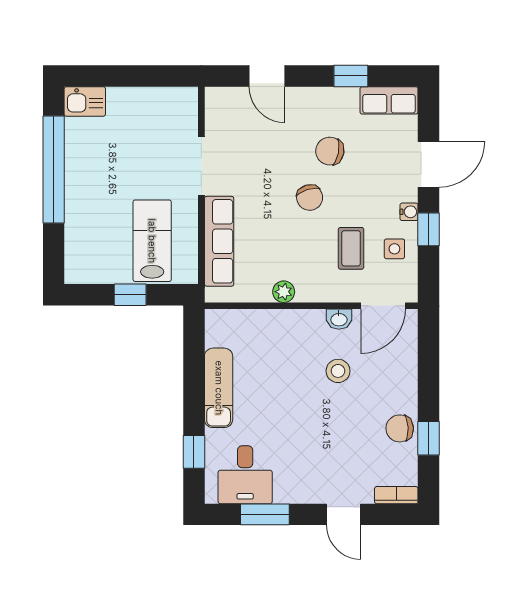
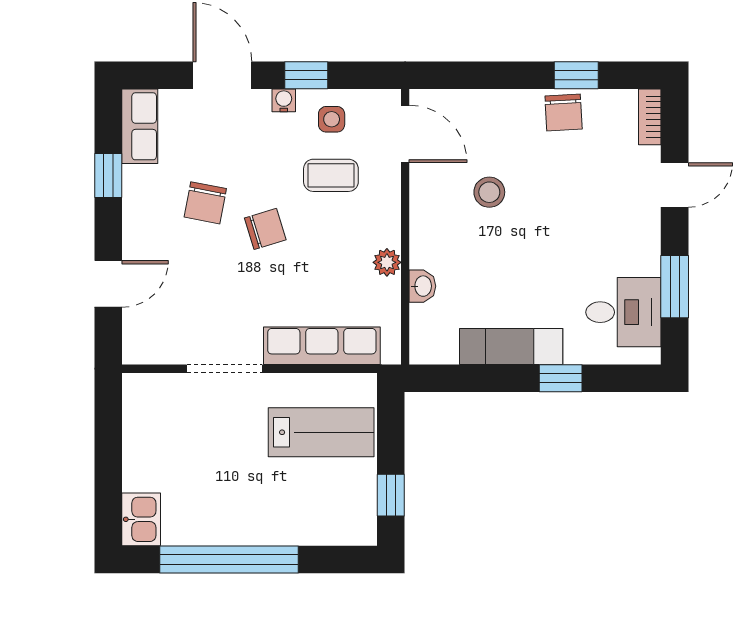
lab bench: (152, 241) -> (321, 432), turned 180
window: (130, 295) -> (391, 495), moved
washbasin: (339, 319) -> (422, 286), moved
window: (194, 452) -> (561, 378), moved

